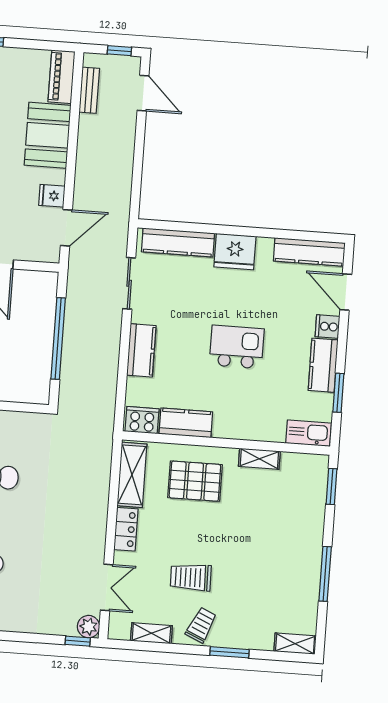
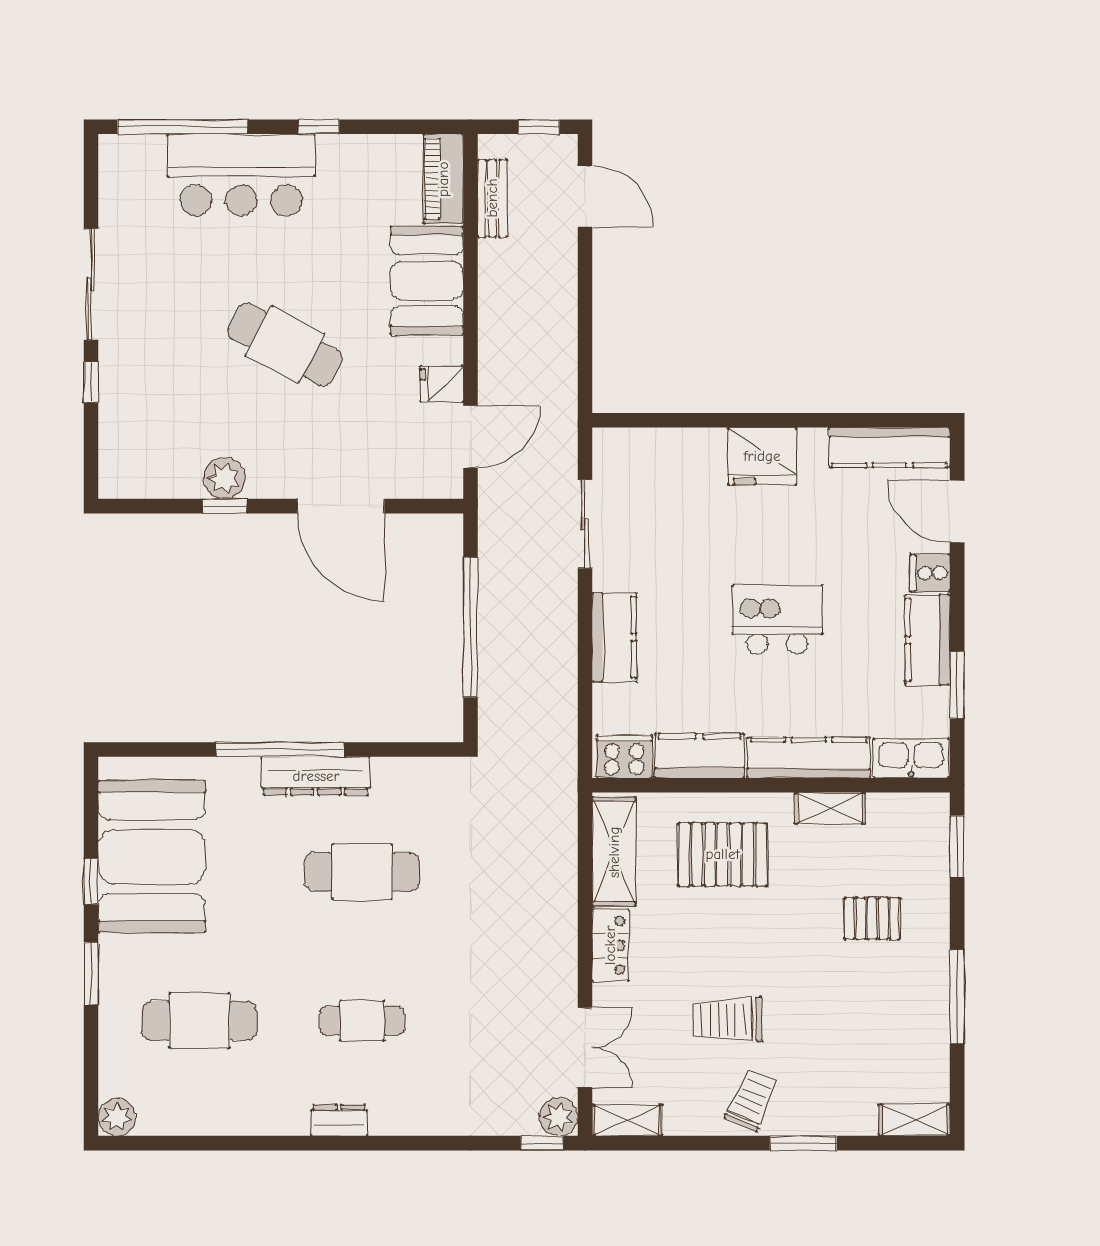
kitchen counter: (178, 243) -> (809, 758), moved, turned 180
pallet: (279, 525) -> (872, 918), added
shelving: (151, 633) -> (627, 1120), moved

